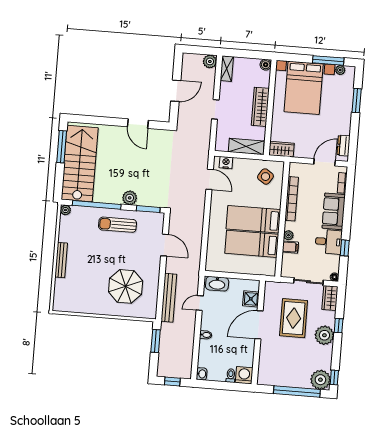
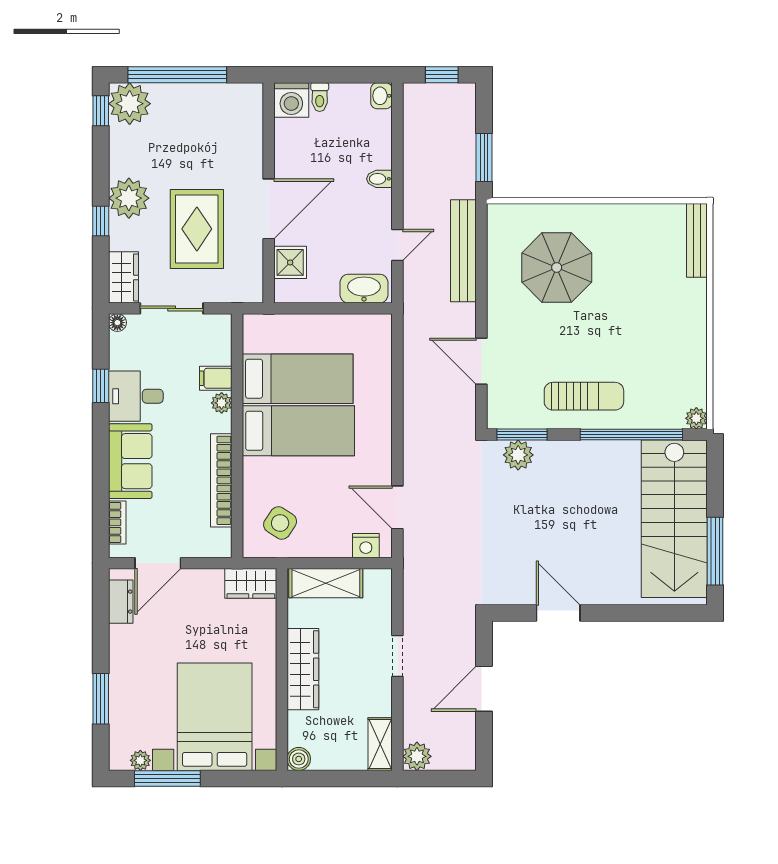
plant: (130, 198) -> (518, 455), moved
bench: (61, 260) -> (697, 240), moved

